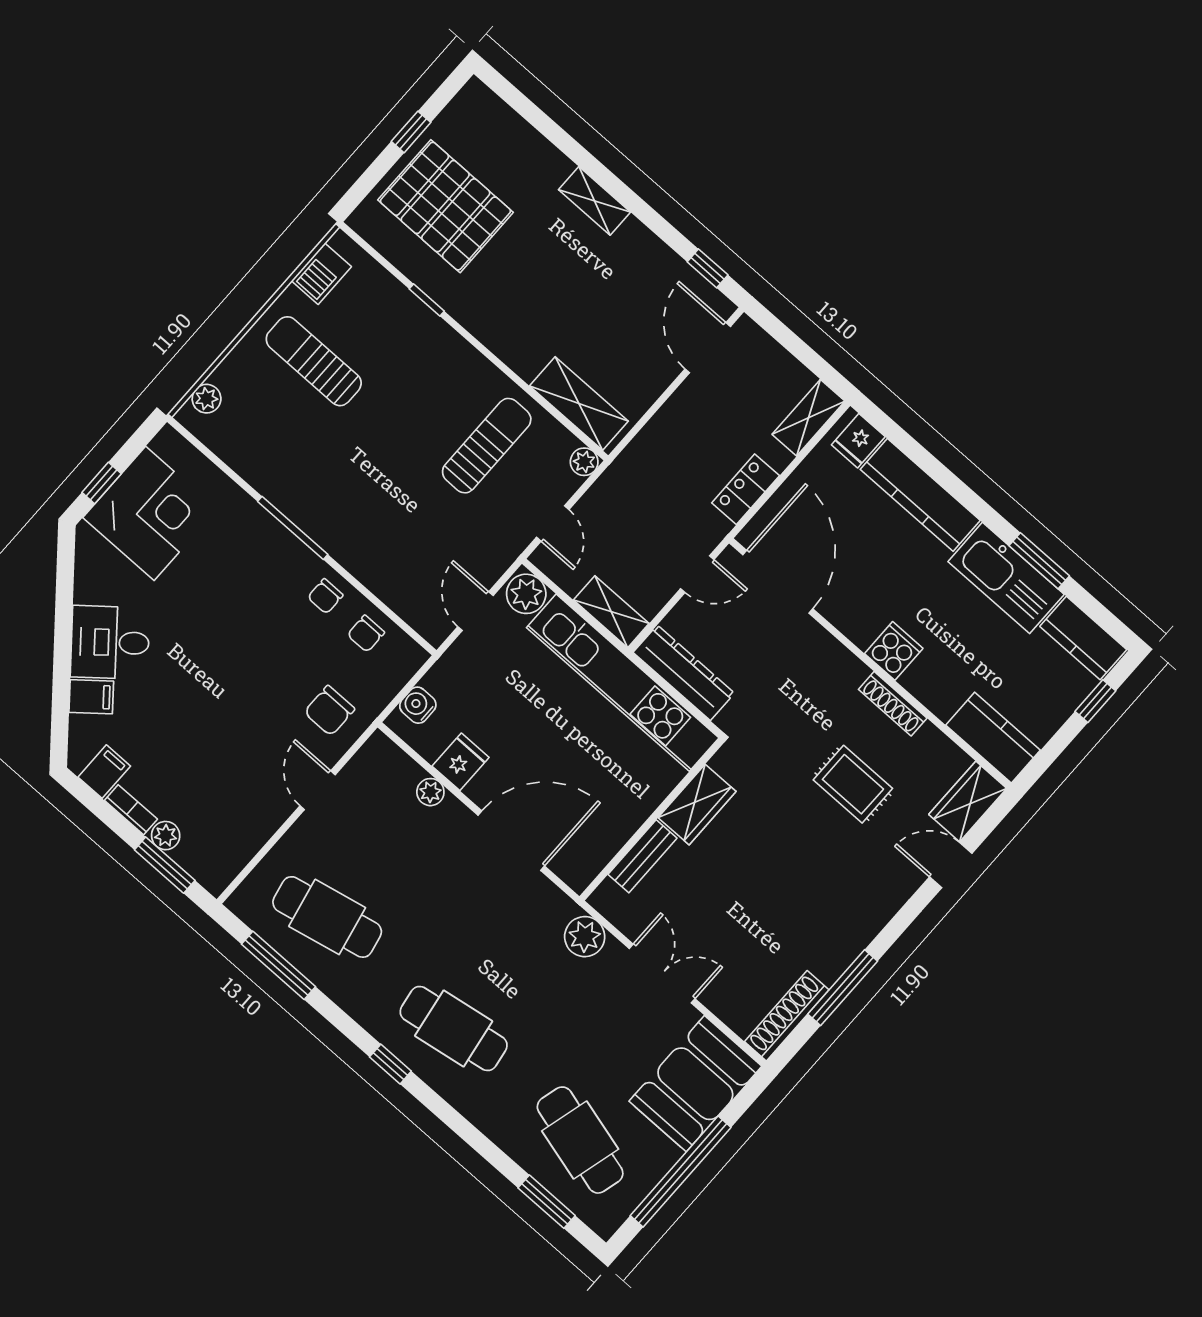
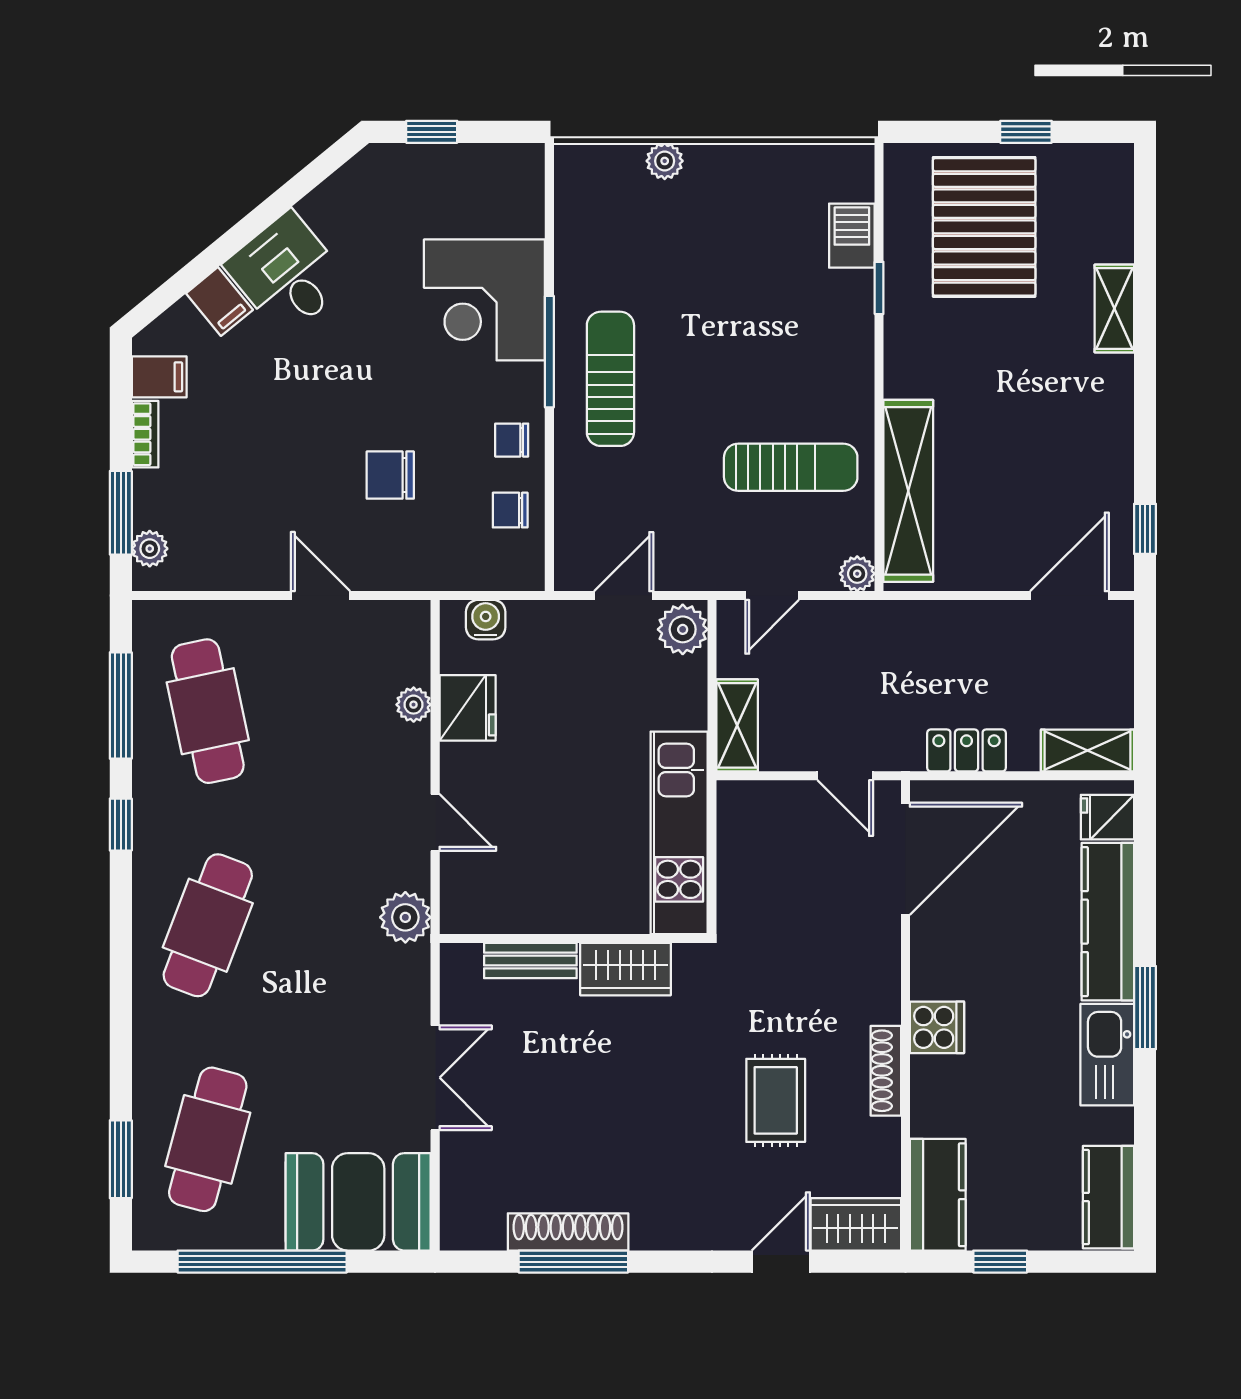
shelving: (594, 201) -> (1114, 309), moved
barbecue: (321, 274) -> (852, 236), moved, turned 90
sun lounger: (314, 361) -> (610, 379), moved
plant: (207, 399) -> (665, 161), moved
shelving: (579, 404) -> (908, 491), width x1.47
corner desk: (150, 513) -> (484, 300), moved, turned 90
window: (1039, 561) -> (1145, 1008), moved
kitchen sink: (1006, 578) -> (1107, 1055), width x0.73, depth x0.81
dresser: (684, 673) -> (740, 846), removed
kitchen unit: (623, 683) -> (679, 833), width x0.73
window: (1095, 701) -> (1000, 1262), moved
chair: (329, 711) -> (390, 475), moved
fridge: (461, 762) -> (468, 708), width x1.38
door: (318, 790) -> (320, 596), hinge flipped
plant: (166, 836) -> (150, 549), moved
door: (511, 841) -> (435, 822), width x0.53
door: (951, 865) -> (781, 1262), hinge flipped
plant: (585, 937) -> (405, 917), moved
shoe rack: (787, 1016) -> (568, 1232), moved
cafe table: (454, 1029) -> (208, 925), turned 30
window: (390, 1064) -> (121, 825), moved

